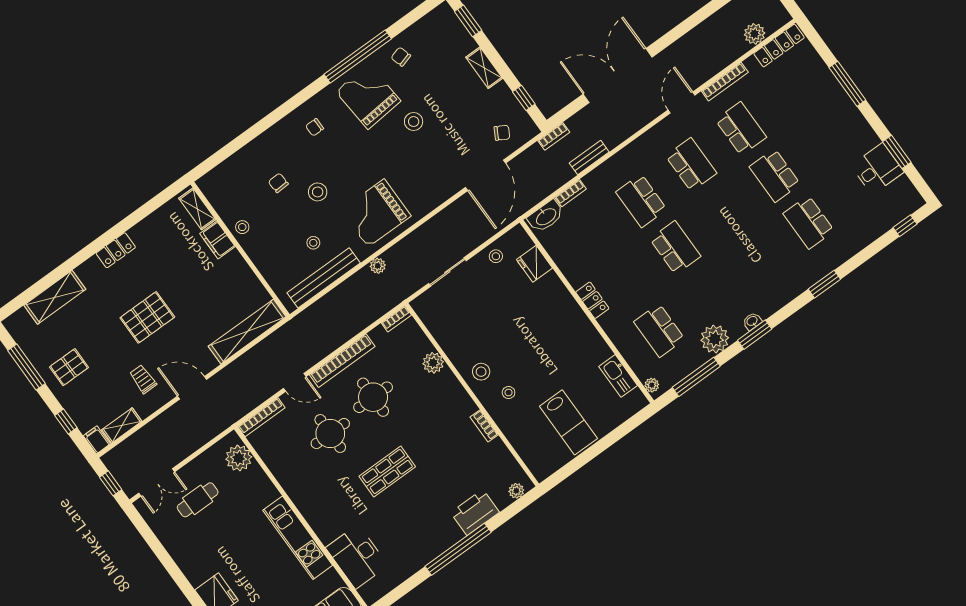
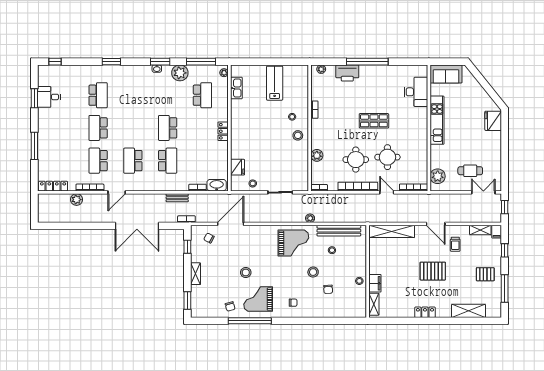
plant: (755, 34) -> (77, 200), moved
grand piano: (368, 96) -> (258, 299), turned 95
school desk: (775, 175) -> (98, 128), turned 180

